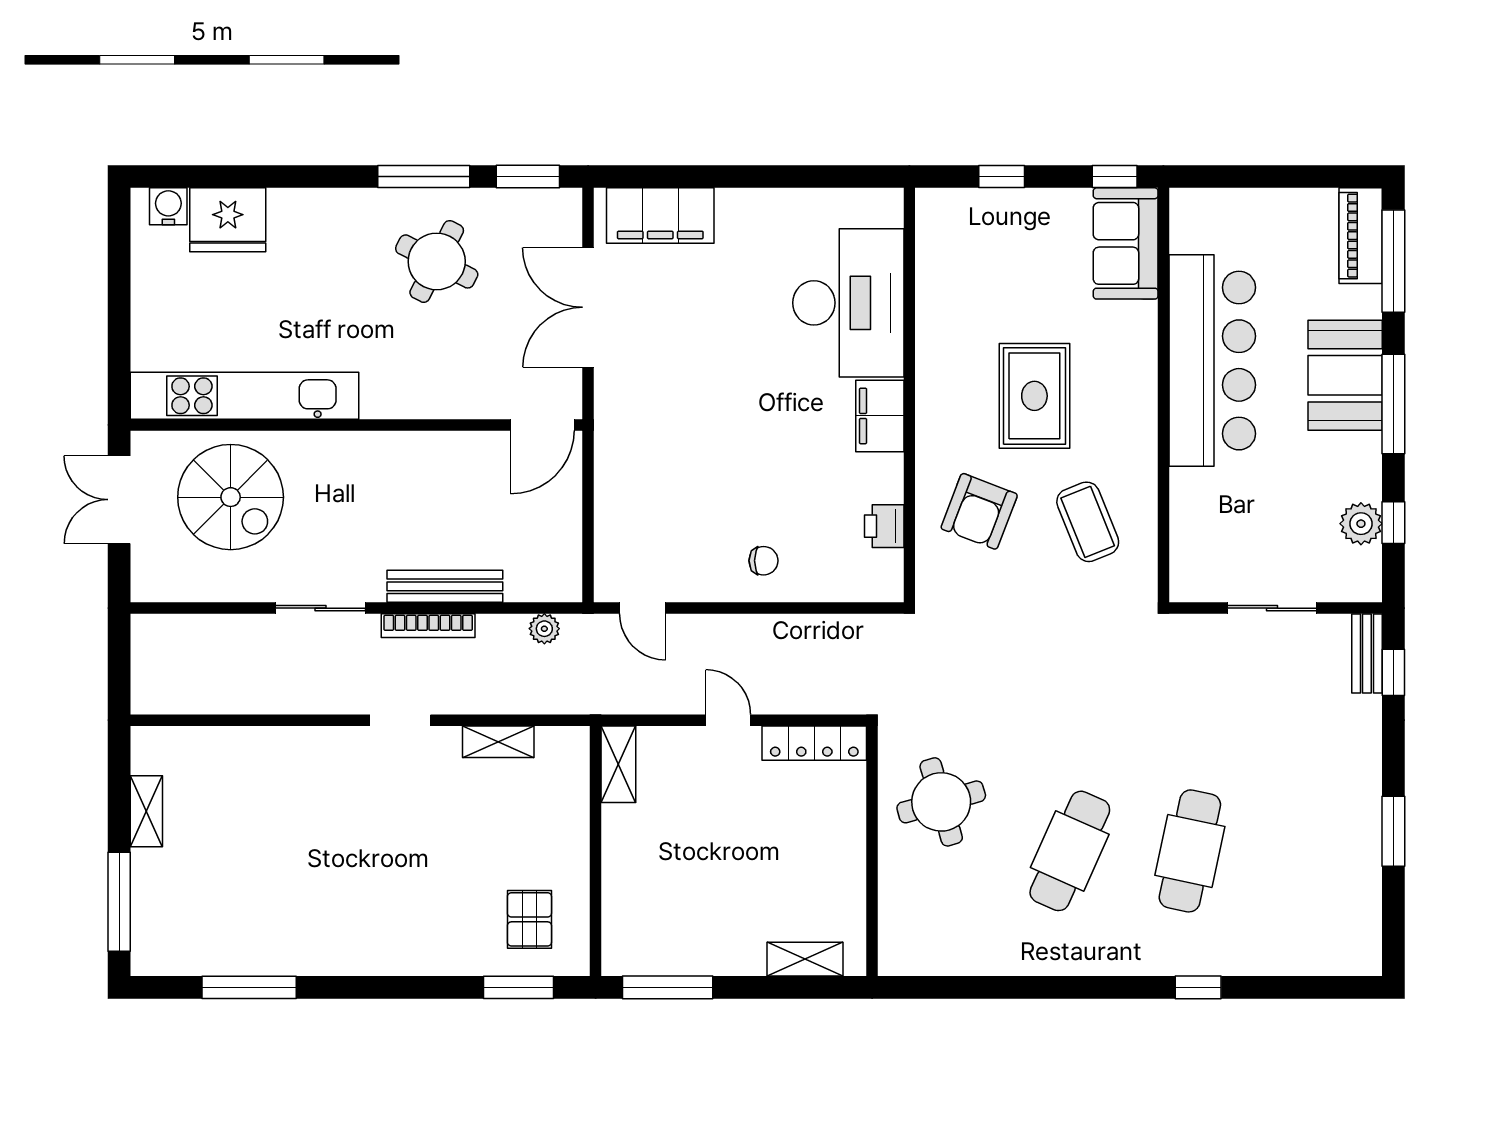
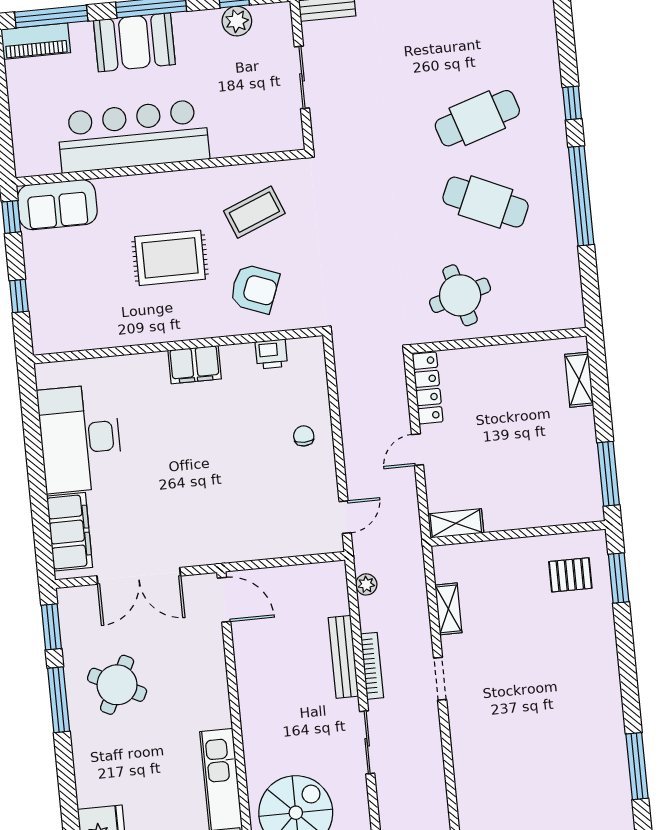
desk: (848, 303) -> (80, 438), moved, turned -90
cafe table: (1190, 851) -> (477, 118), turned -30
window: (1065, 987) -> (581, 196), added

